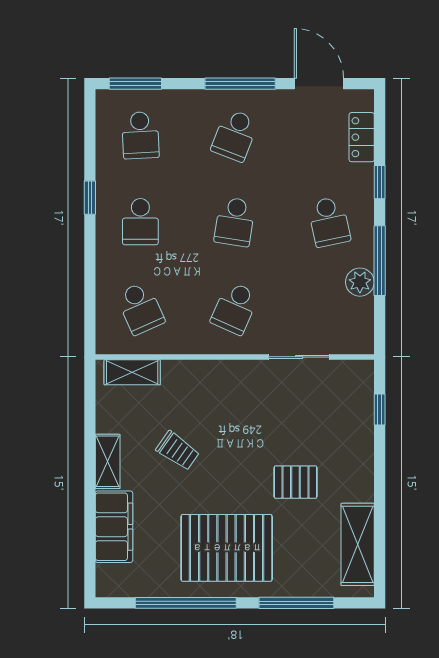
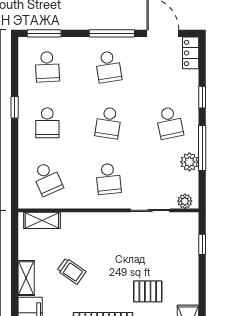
school desk: (235, 135) -> (108, 67), turned -30
locker: (362, 137) -> (191, 53), moved
school desk: (235, 308) -> (108, 179), turned -30
plant: (353, 343) -> (185, 201), added

